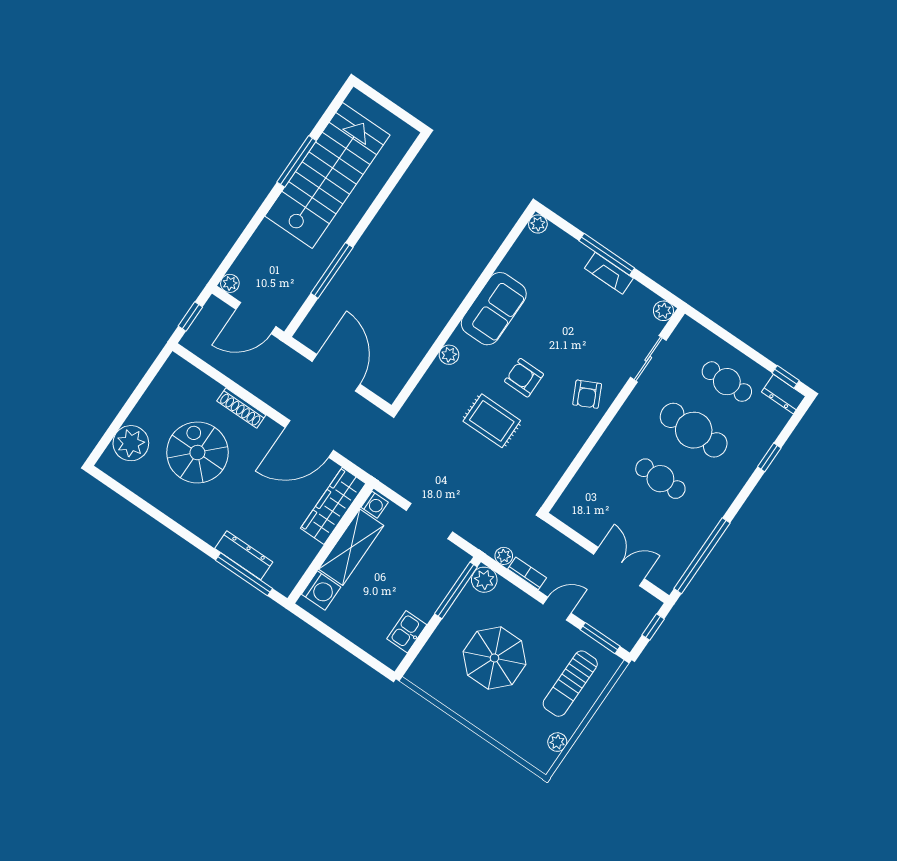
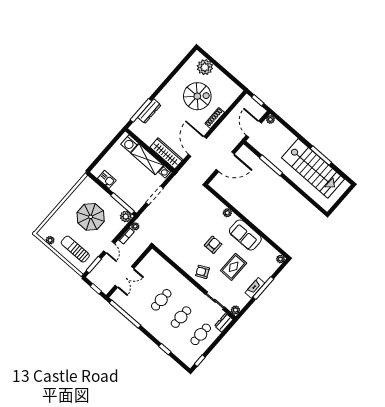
dresser: (783, 394) -> (224, 323), moved
rug: (492, 421) -> (234, 267), moved
cafe table: (694, 430) -> (181, 317), width x0.73, depth x0.74

